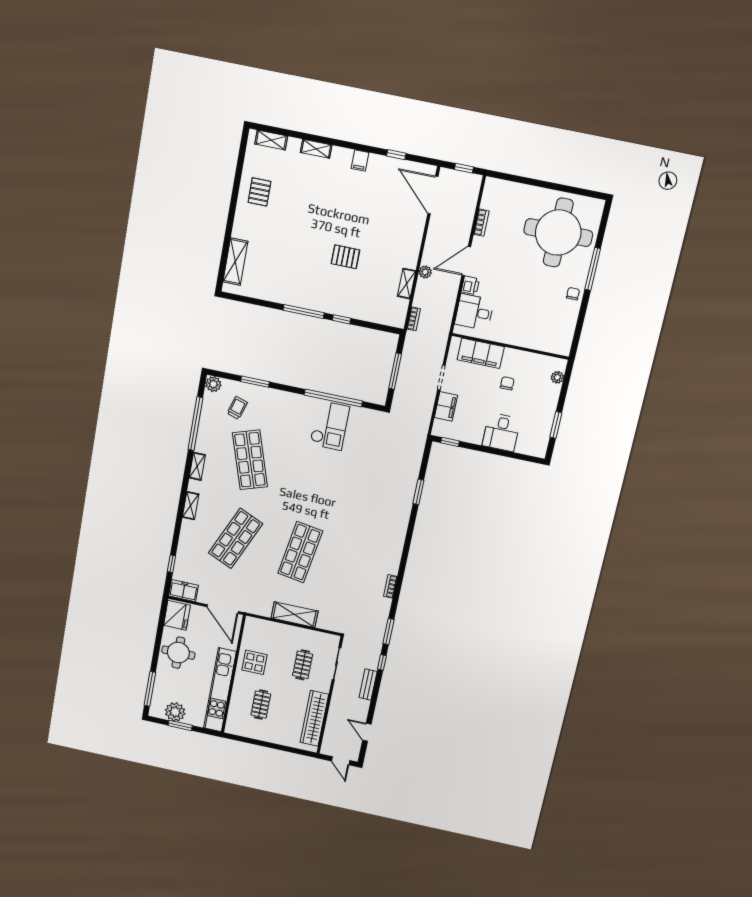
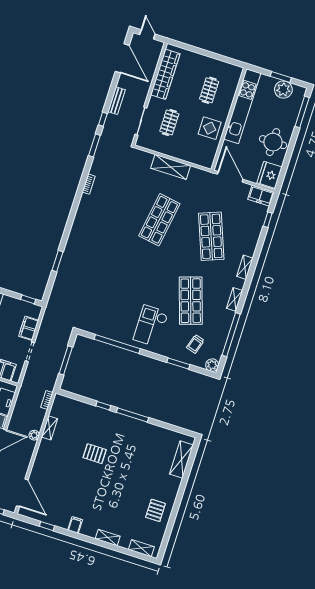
checkout: (330, 425) -> (151, 326), moved
shop shelf: (236, 538) -> (211, 236), turned -45
door: (367, 732) -> (122, 58), width x1.88

